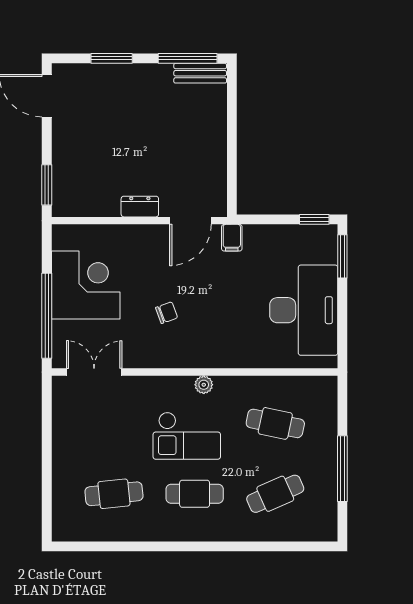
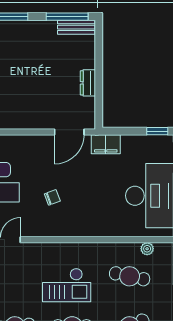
dresser: (140, 207) -> (88, 83), moved, turned -90
filing cabinet: (232, 238) -> (106, 144), width x2.00
plant: (204, 385) -> (147, 249), moved

